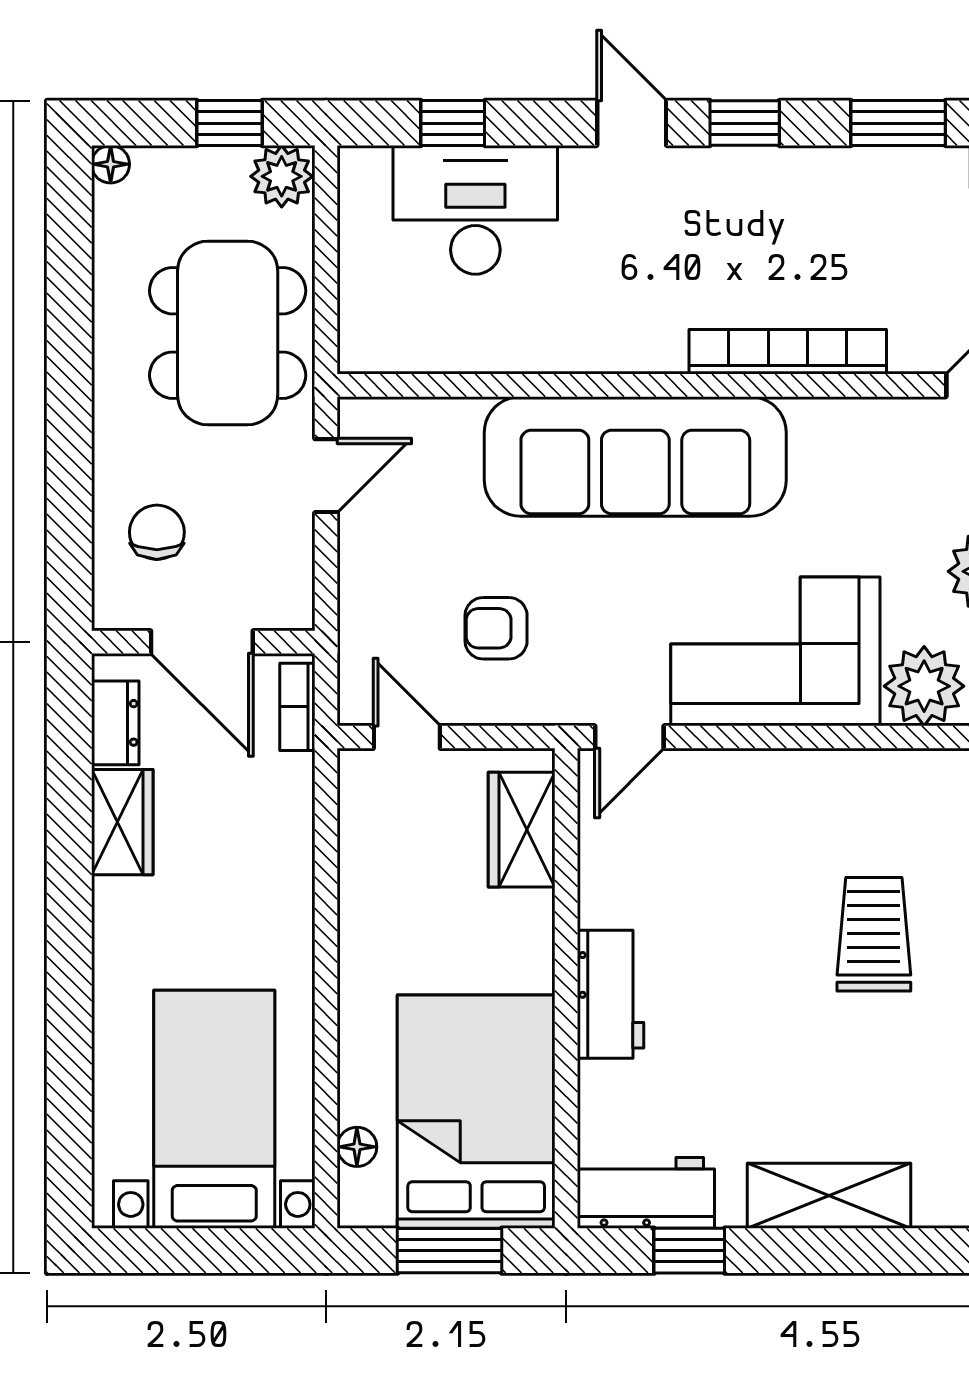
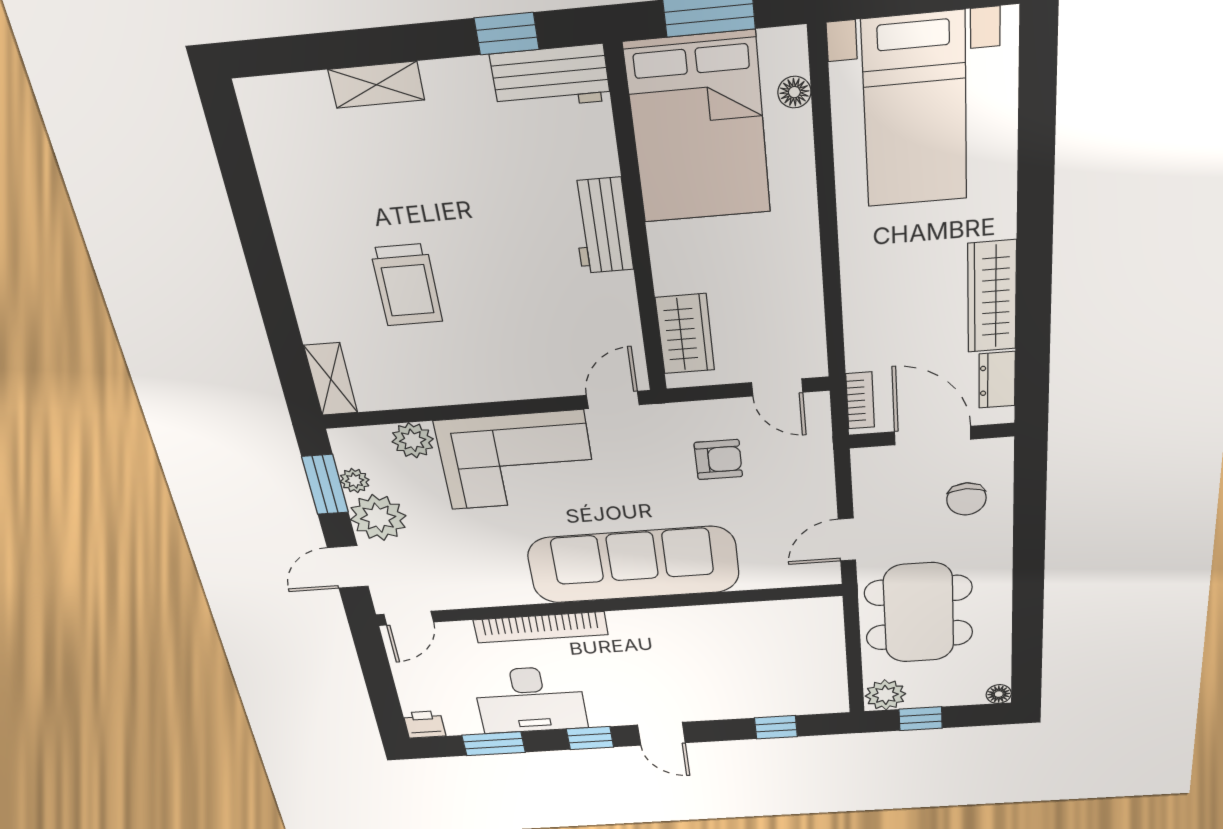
desk: (475, 210) -> (530, 700), moved
plant: (924, 686) -> (413, 440), width x0.73, depth x0.73
wardrobe: (122, 822) -> (992, 297), width x1.50
shelving: (829, 1196) -> (376, 85), width x0.67, depth x0.75

